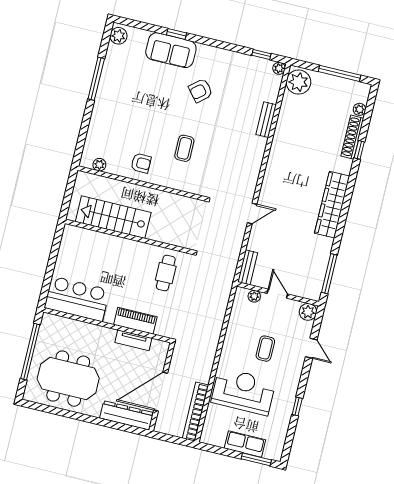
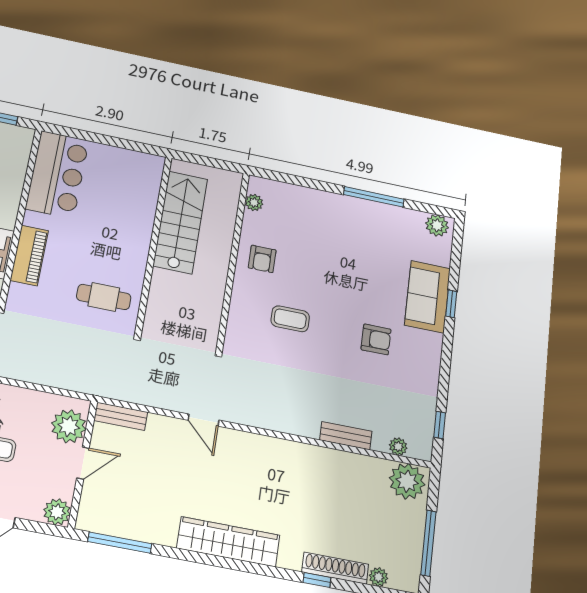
plant: (279, 68) -> (398, 447), moved
armchair: (201, 91) -> (376, 339), turned 130
plant: (254, 296) -> (69, 426), width x1.88, depth x1.88

